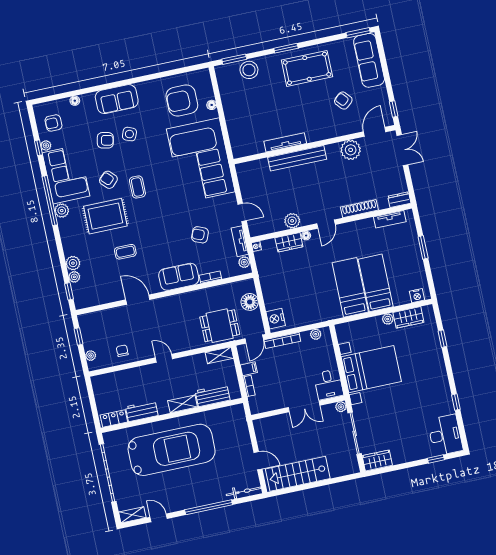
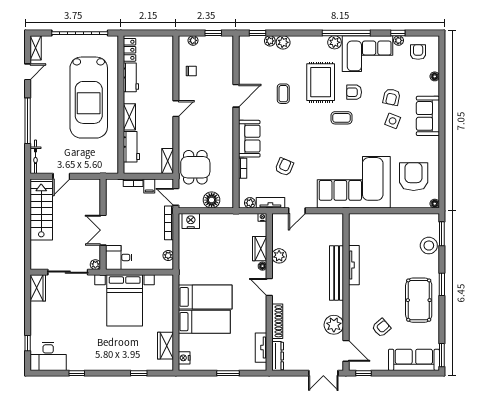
floor lamp: (212, 105) -> (435, 204), moved
armchair: (108, 180) -> (354, 92), turned -136
dresser: (399, 200) -> (278, 356), width x1.44
plant: (388, 319) -> (168, 326), removed

